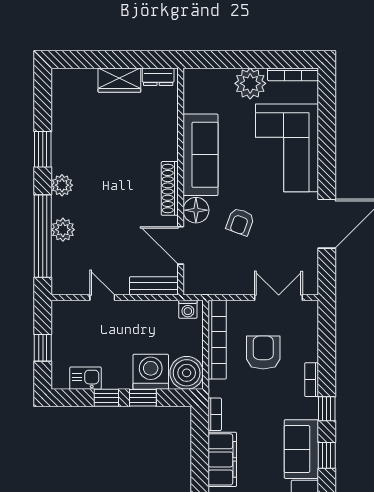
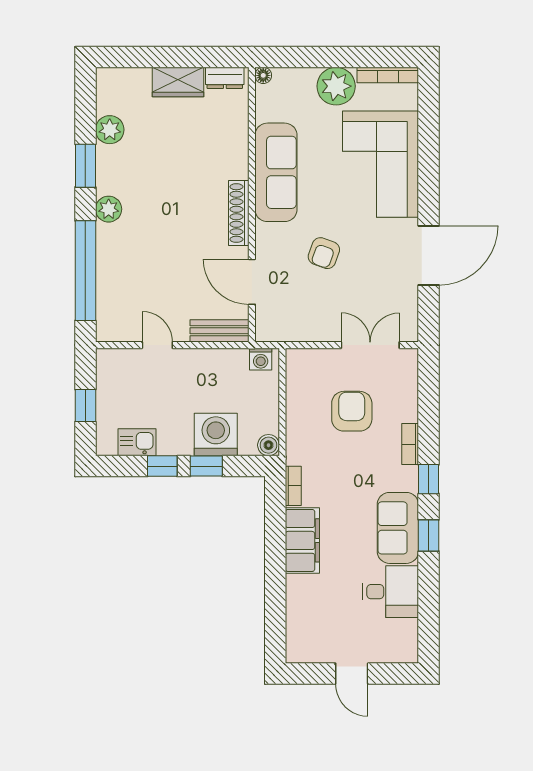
floor lamp: (196, 210) -> (263, 75), moved, width x0.53, depth x0.53
plant: (63, 230) -> (110, 130), moved
bookcase: (217, 340) -> (296, 396), removed
boiler: (187, 373) -> (268, 445), width x0.54, depth x0.54

